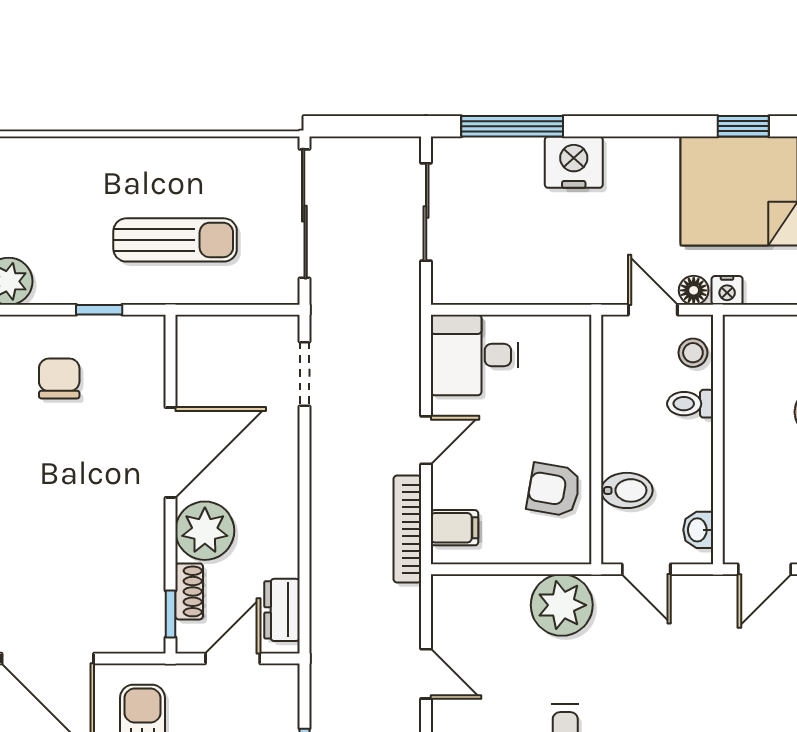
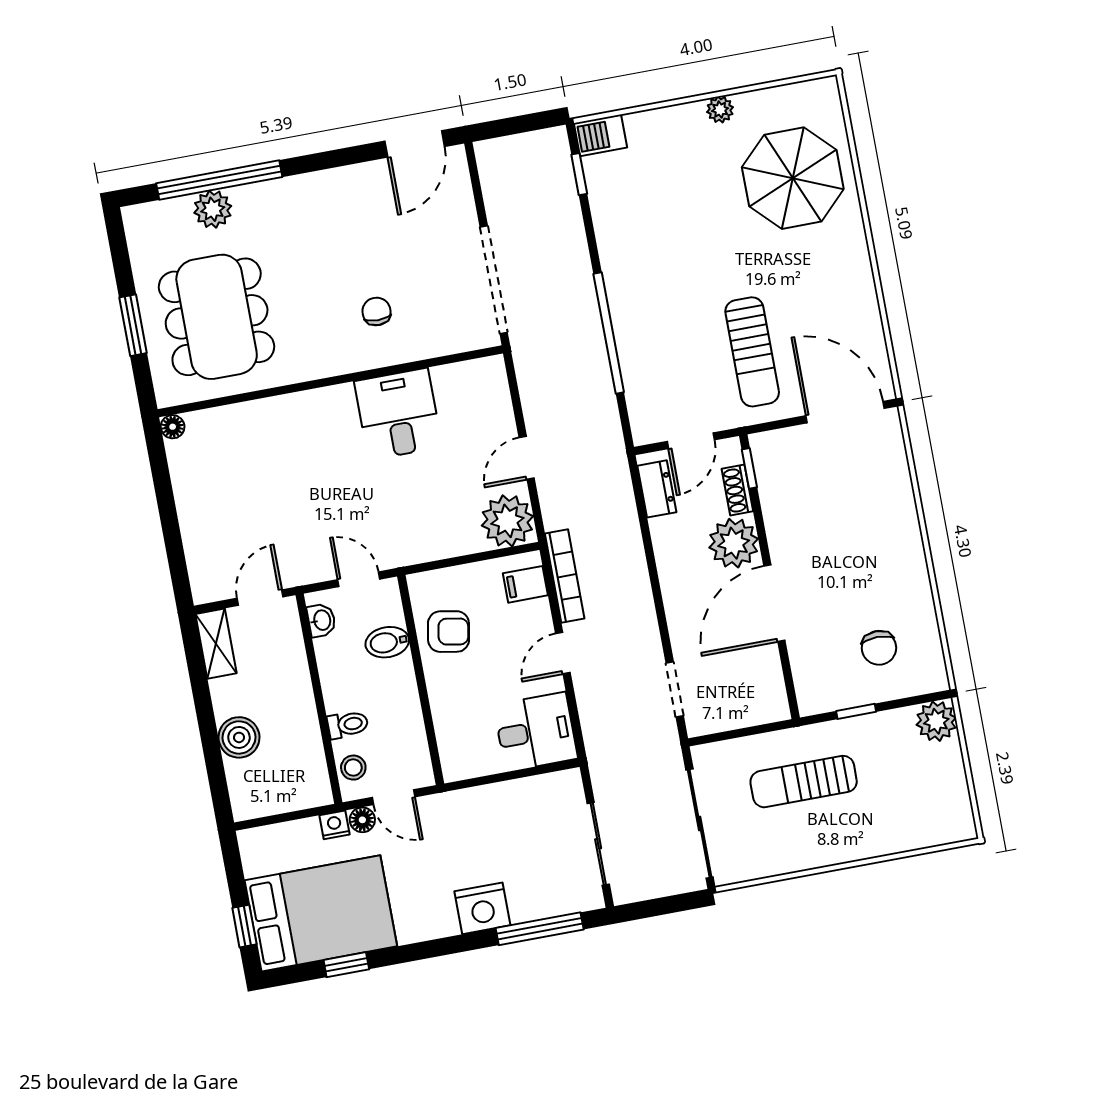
plant: (562, 605) -> (507, 521), moved
door: (426, 674) -> (527, 458), hinge flipped

